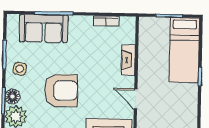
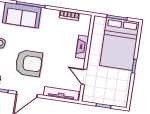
bed: (184, 50) -> (120, 44), width x1.50

